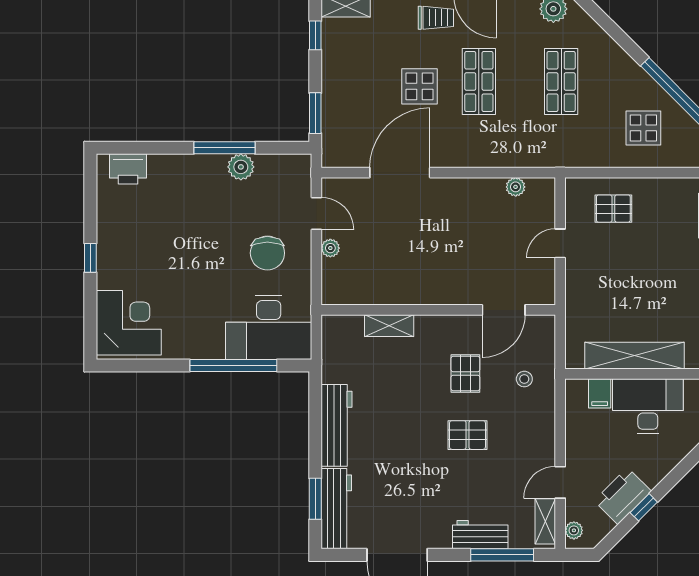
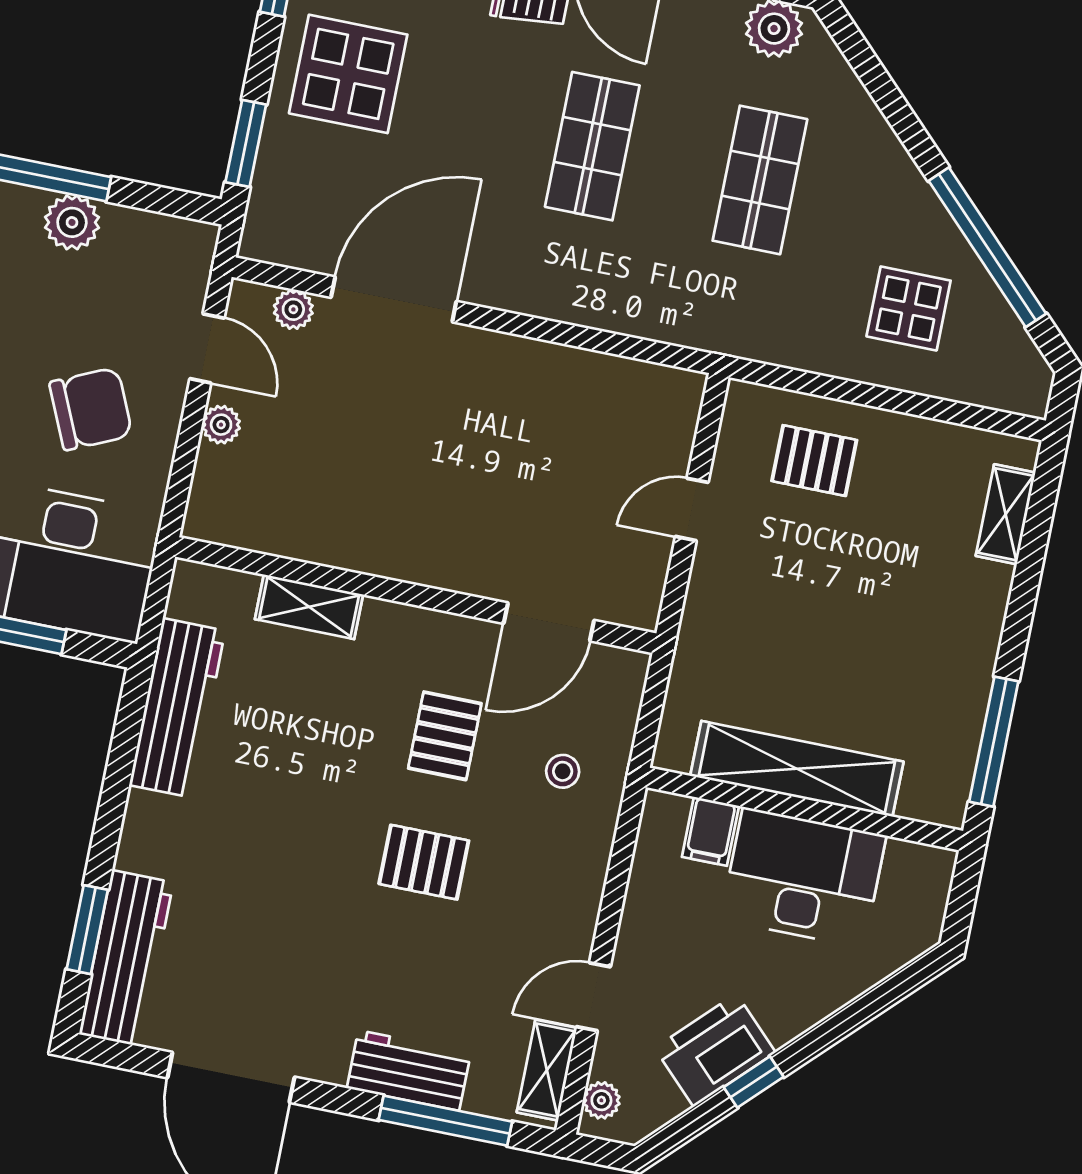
display table: (419, 86) -> (348, 74), moved, width x1.36, depth x1.36
plant: (516, 187) -> (293, 309), moved
chair: (267, 253) -> (91, 409), turned -114
workbench: (337, 425) -> (177, 708), moved

